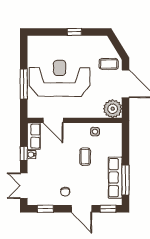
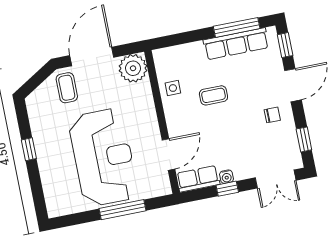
reception desk: (60, 78) -> (103, 157), turned 180

